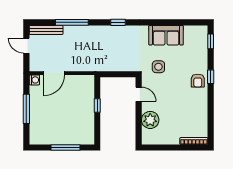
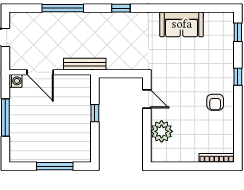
bench: (46, 30) -> (85, 64), moved
side table: (158, 67) -> (172, 64), removed
door: (54, 73) -> (40, 72), hinge flipped
armchair: (198, 81) -> (215, 102), moved

